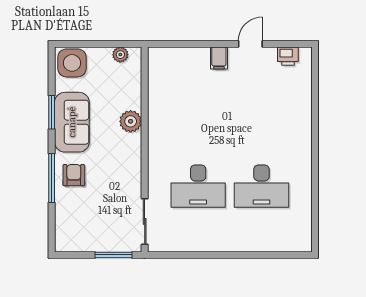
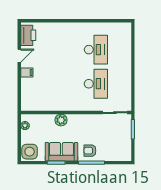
door: (250, 44) -> (19, 56), swing flipped
printer: (288, 56) -> (28, 35), width x1.87, depth x1.48

